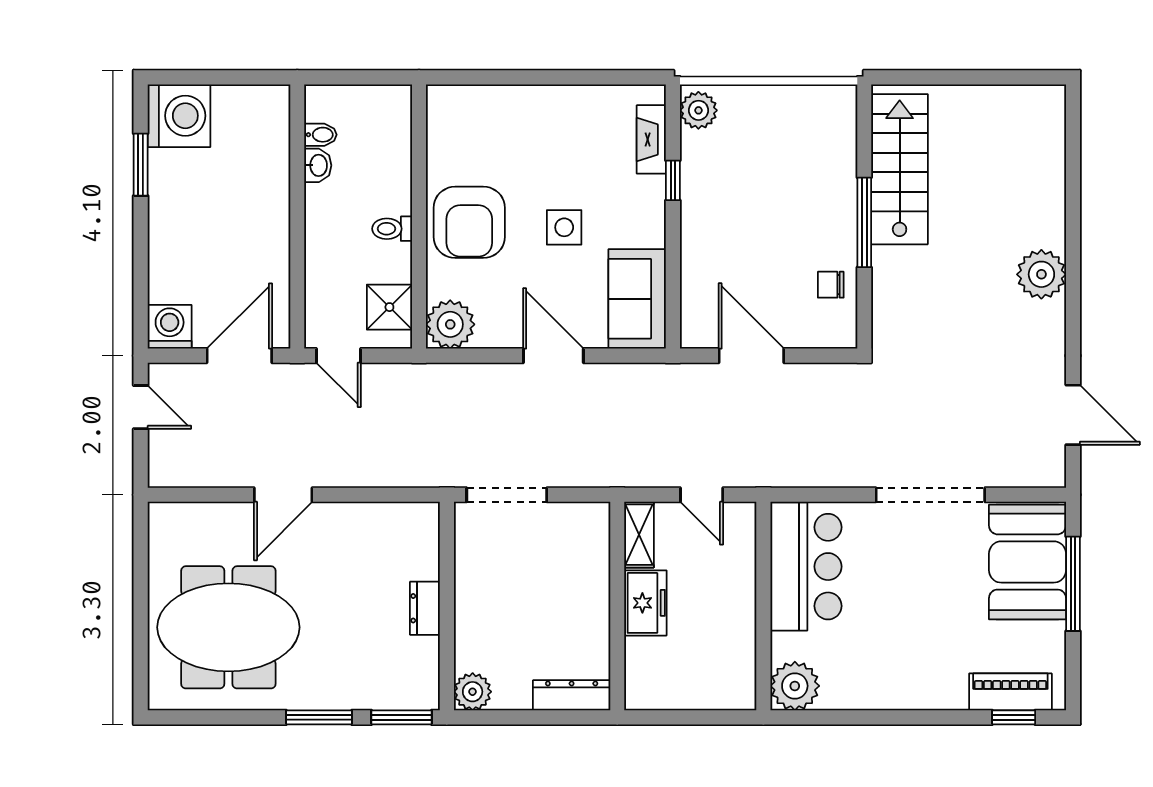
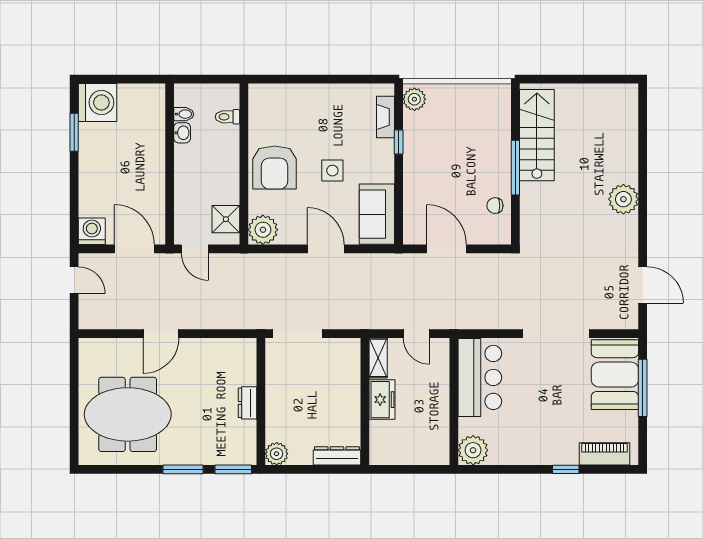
toilet: (392, 229) -> (227, 117), moved
door: (239, 356) -> (134, 249), hinge flipped
window: (1014, 717) -> (566, 469), moved

